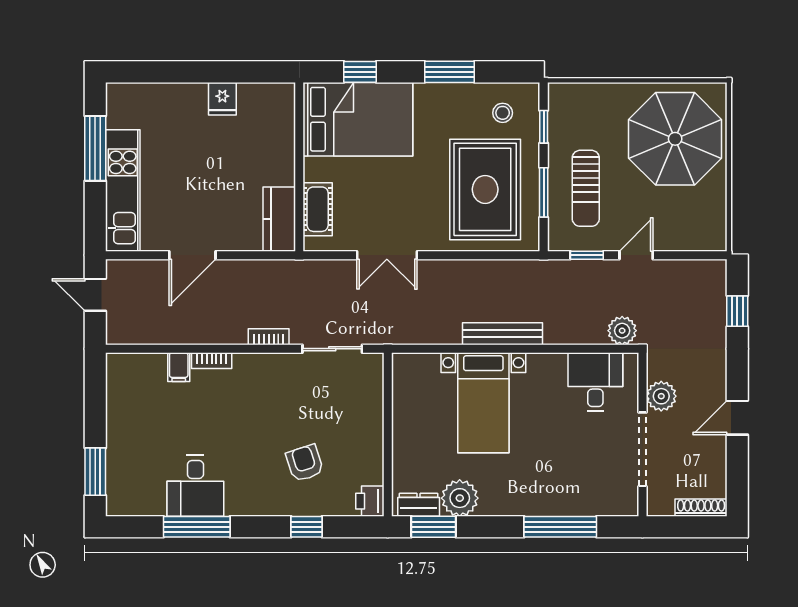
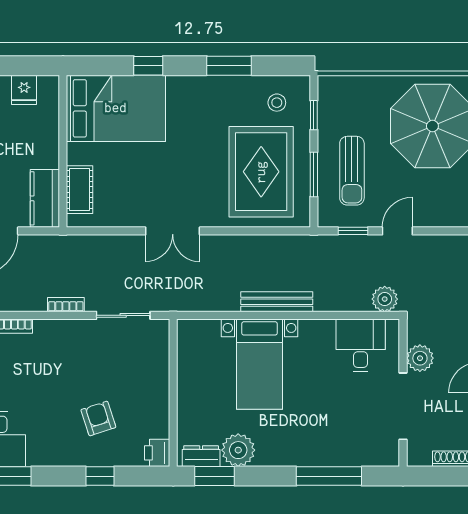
bed: (358, 119) -> (116, 108), moved
wall: (299, 167) -> (63, 151), moved
cot: (318, 209) -> (80, 190), moved
kitchen counter: (279, 219) -> (45, 198), moved

